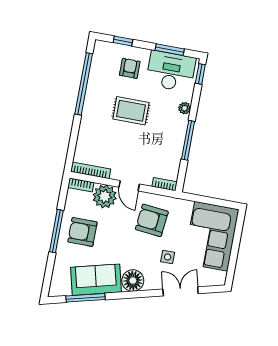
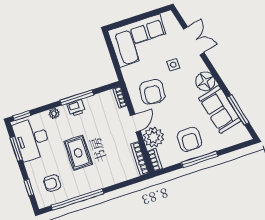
armchair: (130, 68) -> (52, 183), moved
printer: (178, 134) -> (76, 108), added
double door: (181, 291) -> (194, 41), swing flipped

